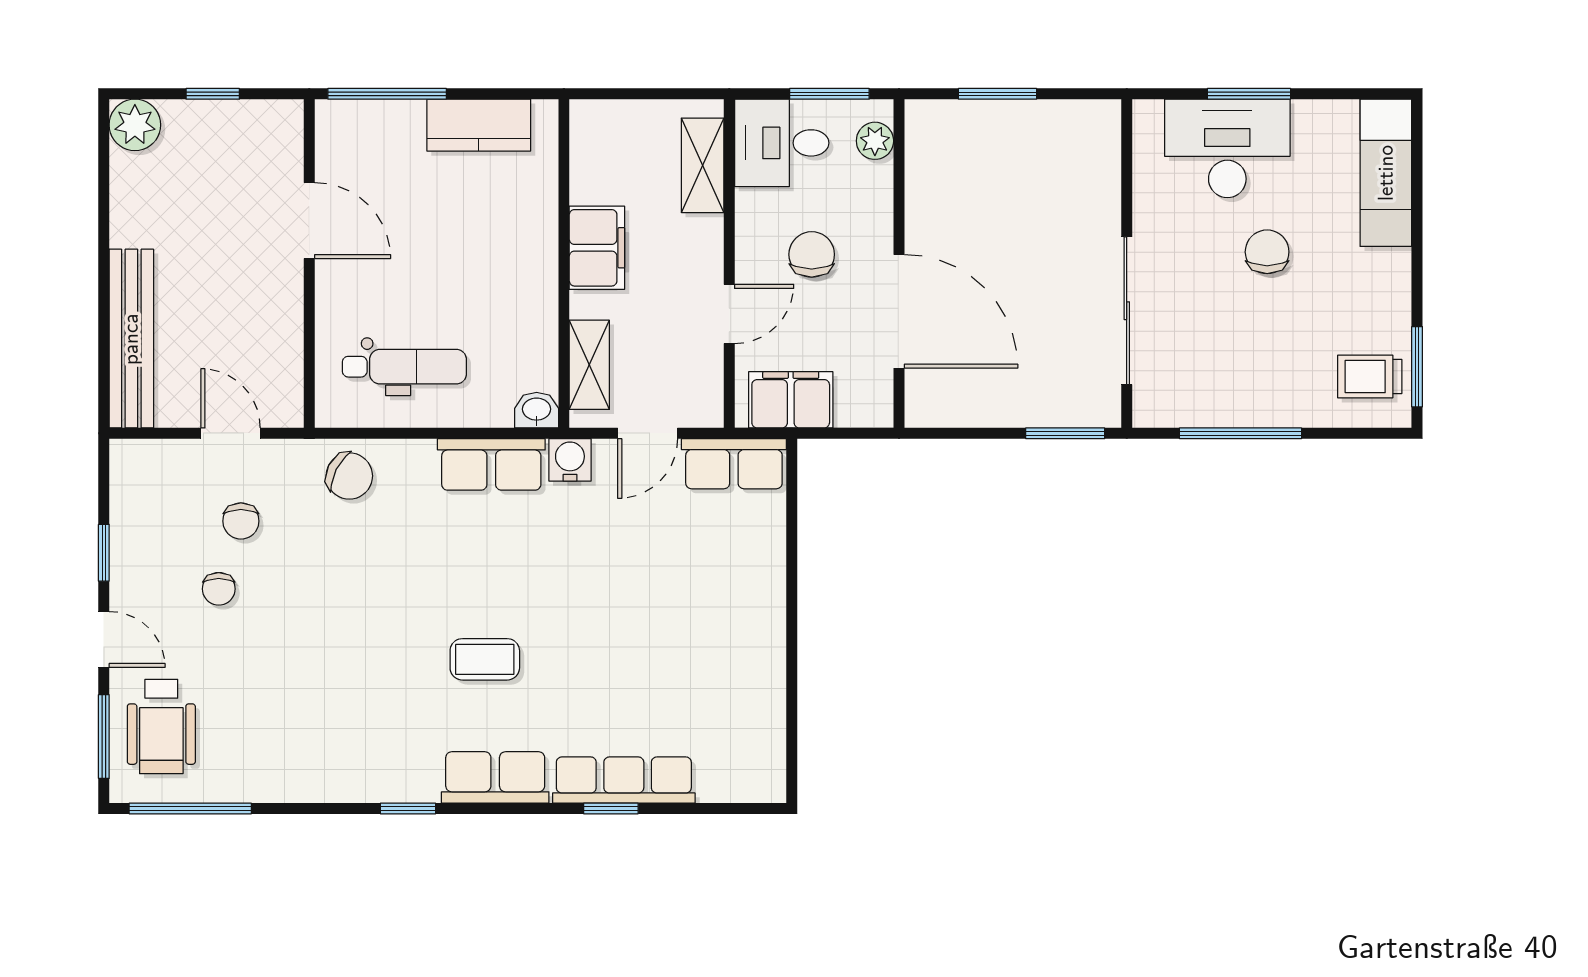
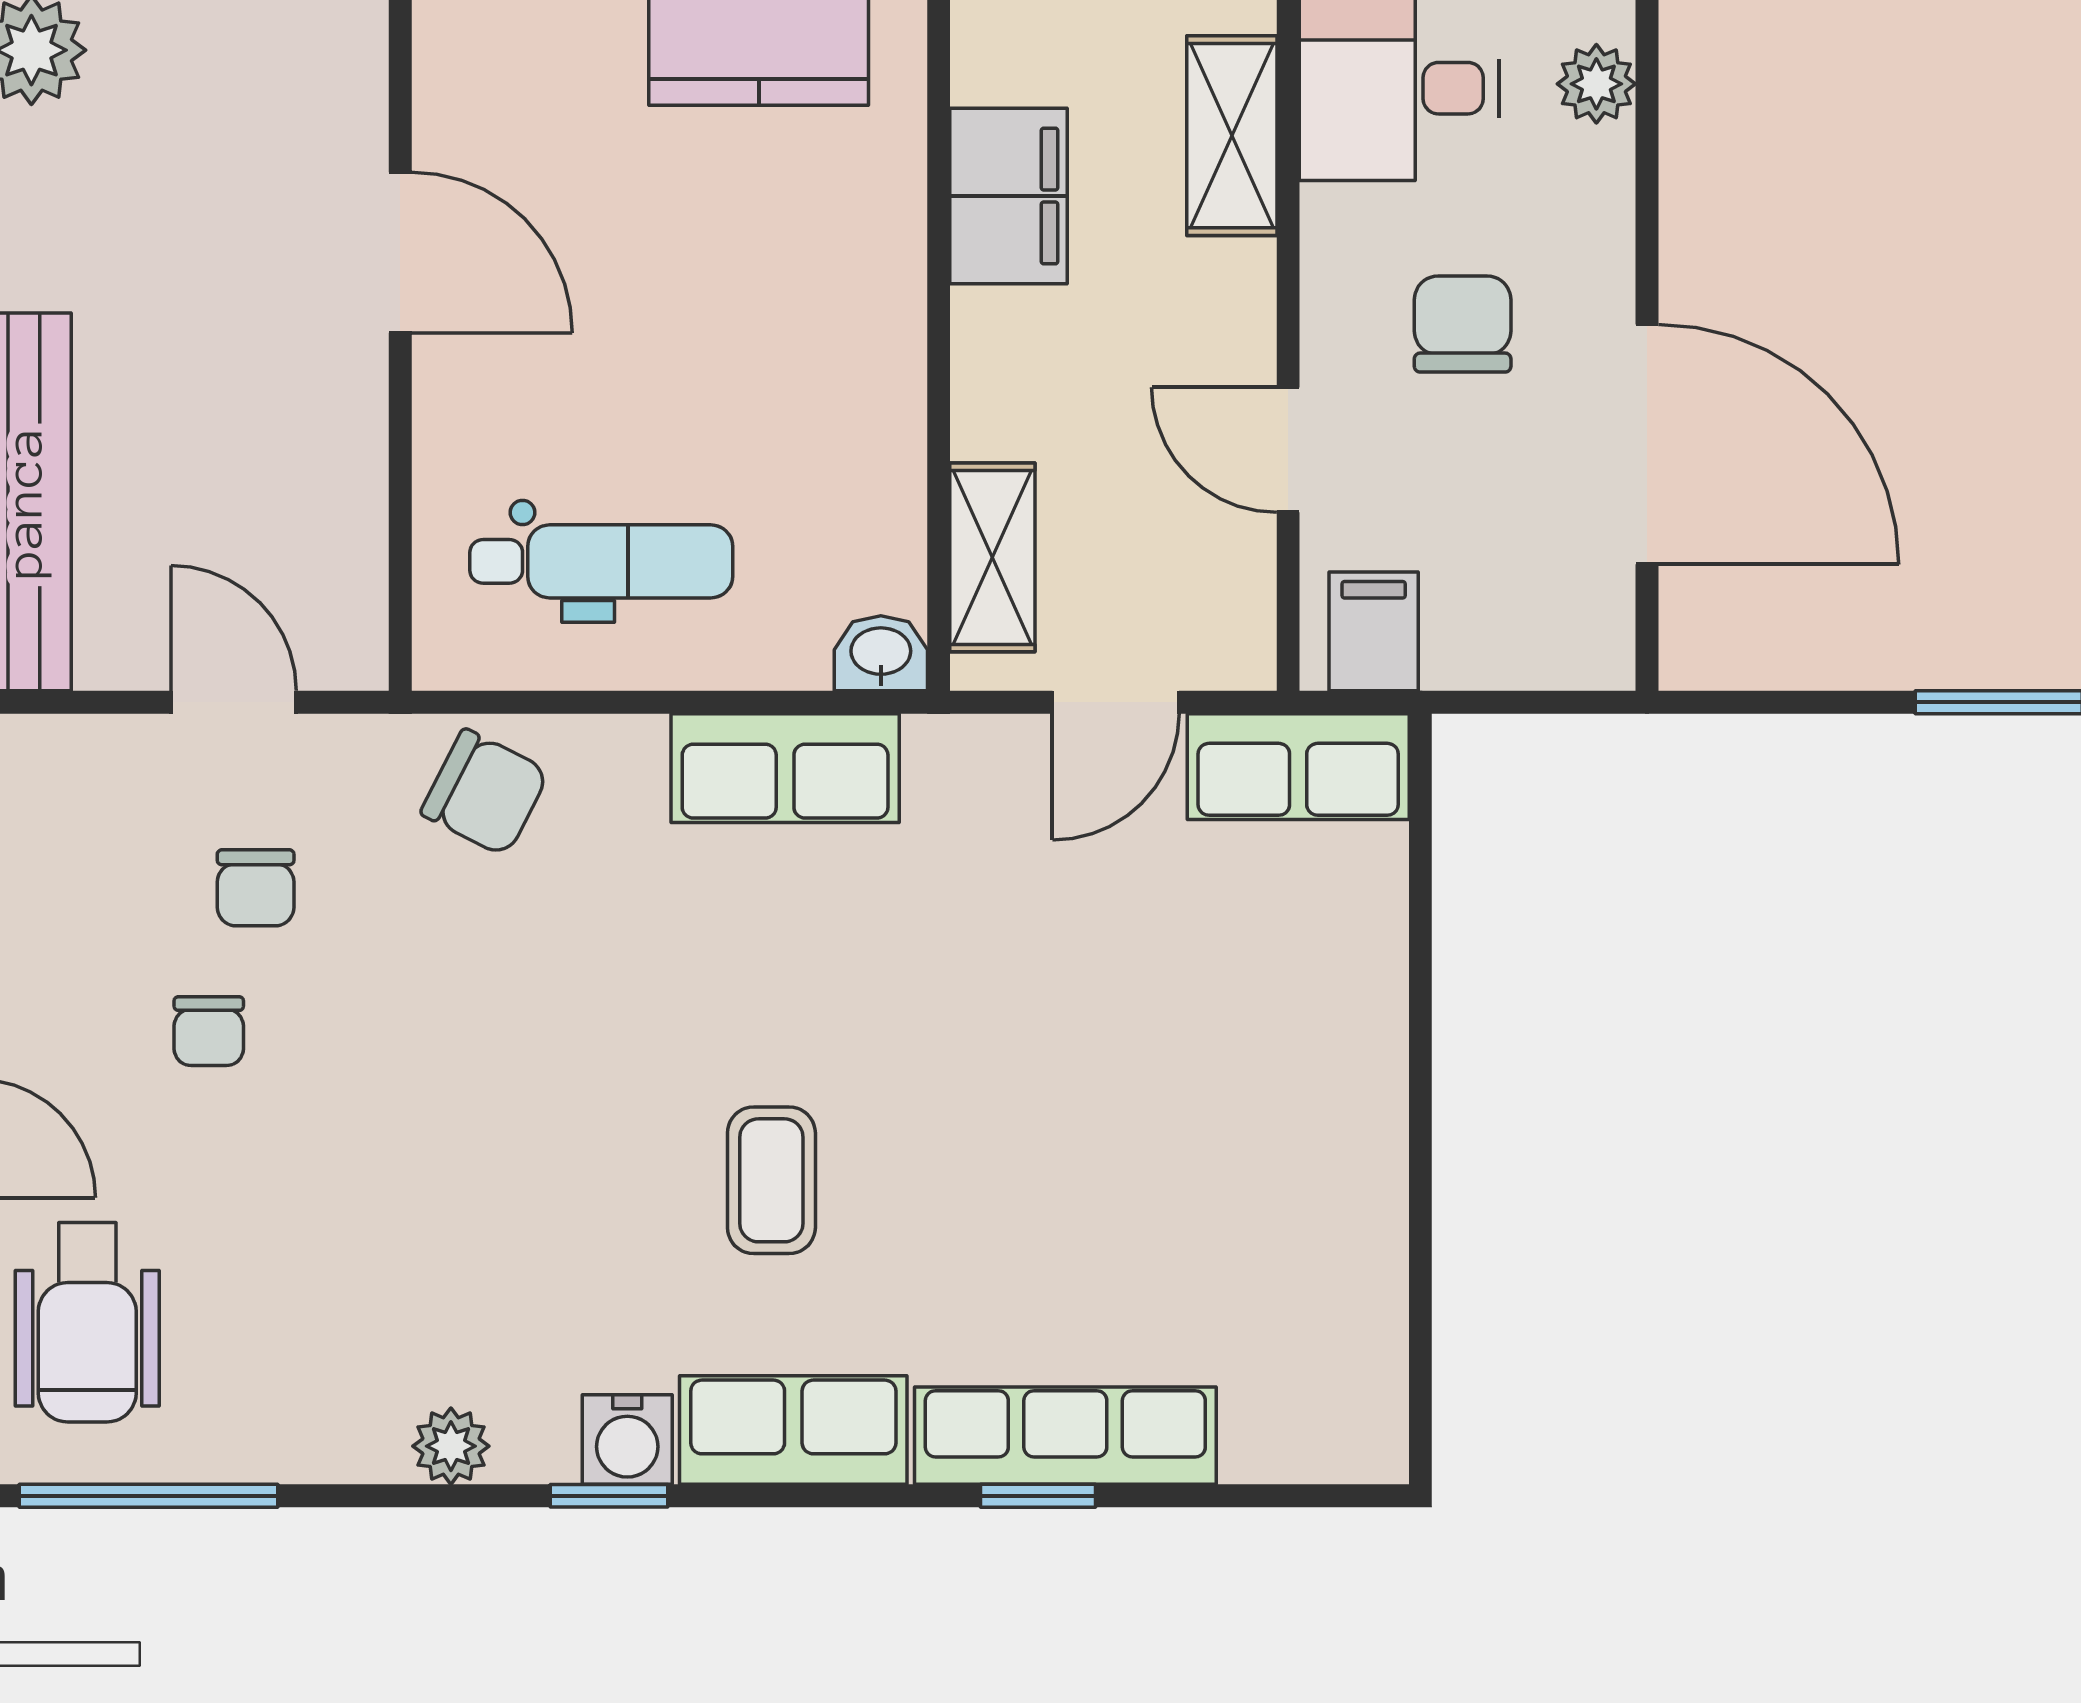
filing cabinet: (597, 248) -> (1009, 196), moved
door: (729, 314) -> (1288, 450), swing flipped
filing cabinet: (791, 400) -> (1374, 631), width x0.50
water cooler: (570, 460) -> (627, 1439), moved, turned 180
coffee table: (485, 659) -> (771, 1180), turned 90
plant: (333, 785) -> (451, 1446), added

